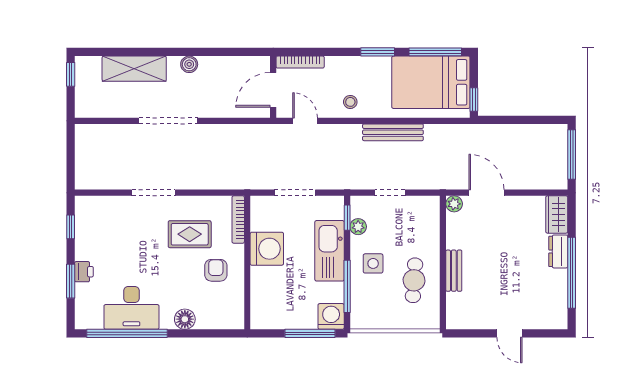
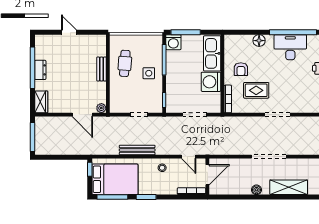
plant: (358, 227) -> (158, 95), removed
kitchen sink: (330, 251) -> (212, 53), moved, turned 180
dresser: (558, 251) -> (40, 70), moved

